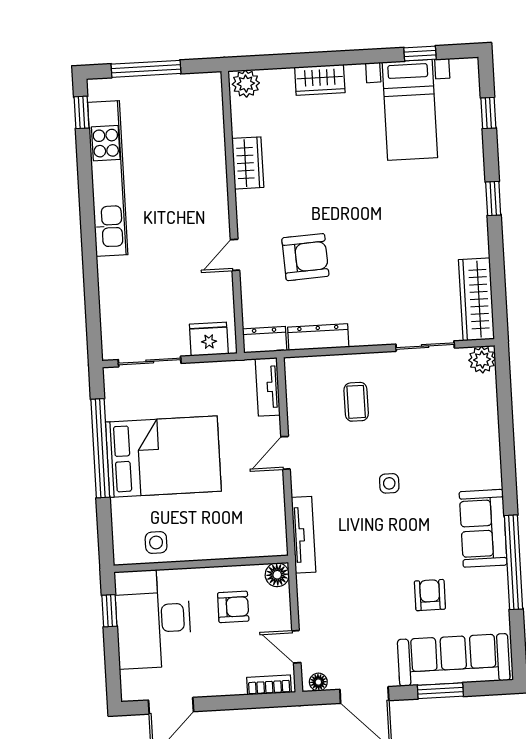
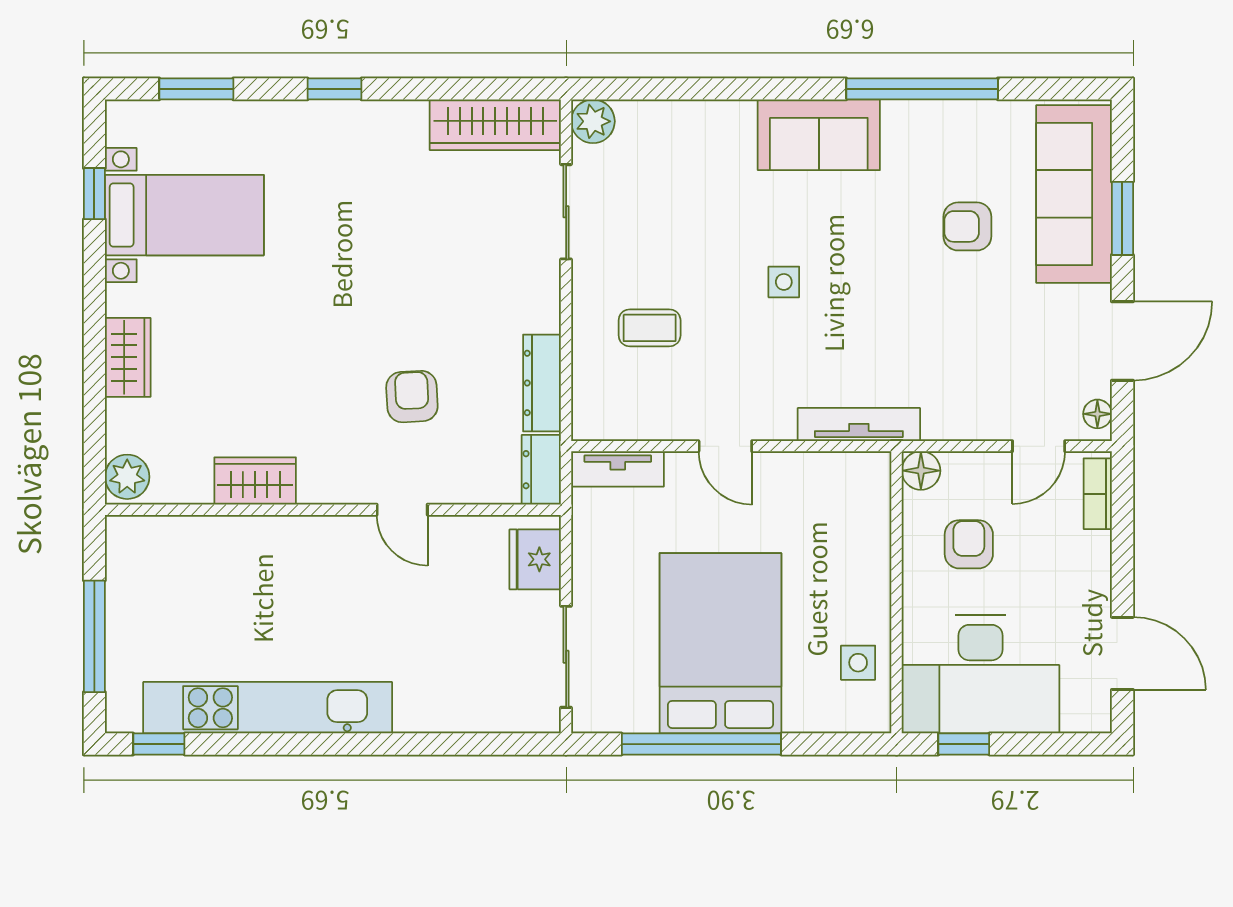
window: (488, 113) -> (196, 89), width x1.50
armchair: (305, 257) -> (412, 397), width x0.72, depth x0.72
sofa: (483, 528) -> (819, 135), moved

